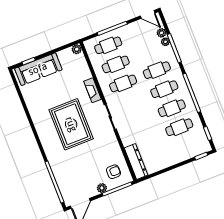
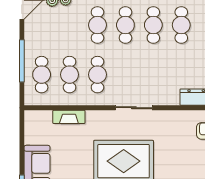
plant: (77, 49) -> (31, 117), removed
fireplace: (93, 90) -> (69, 117), moved

